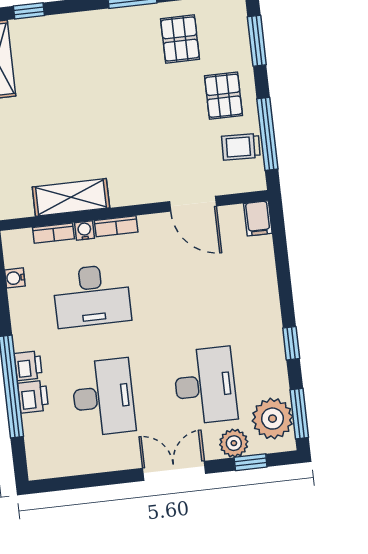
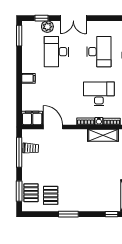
pallet: (224, 96) -> (31, 193), moved
filing cabinet: (258, 218) -> (32, 118), width x2.00
filing cabinet: (265, 314) -> (28, 78), added
window: (291, 343) -> (19, 65), removed
desk: (103, 397) -> (99, 52), turned 180
plant: (272, 419) -> (30, 35), removed

